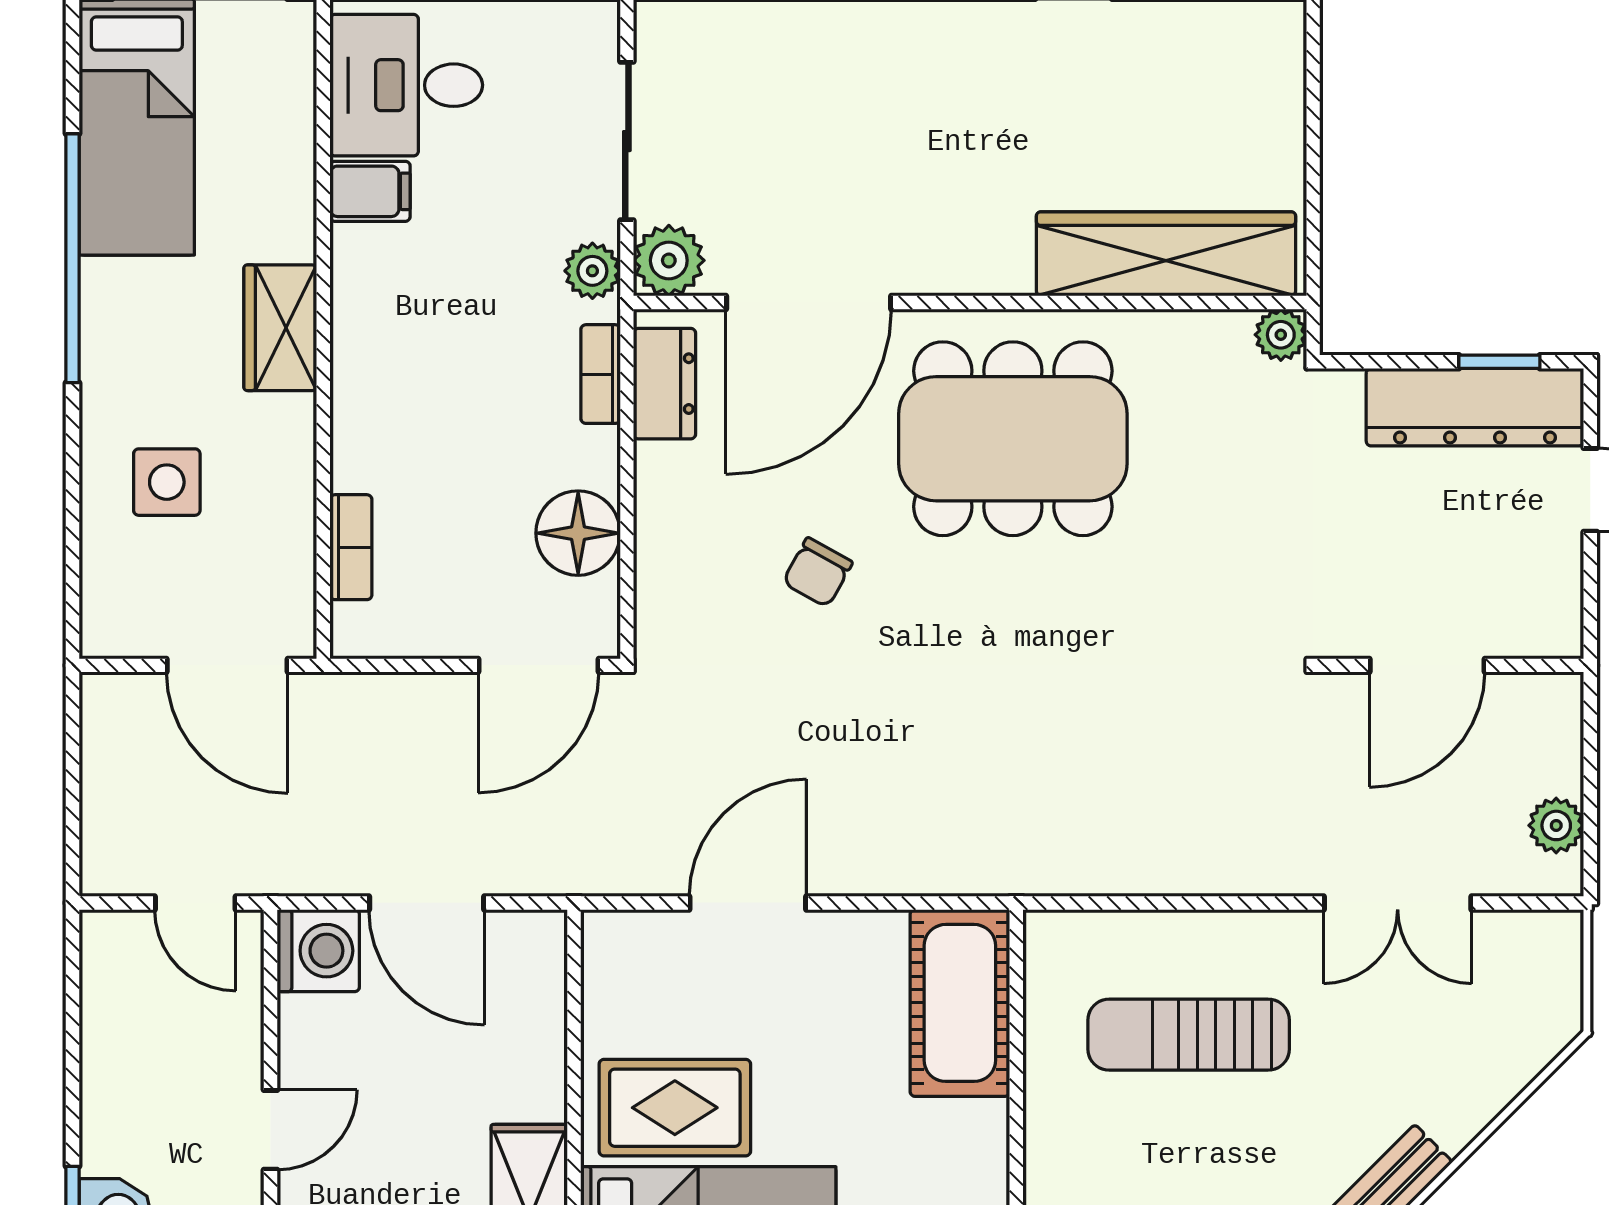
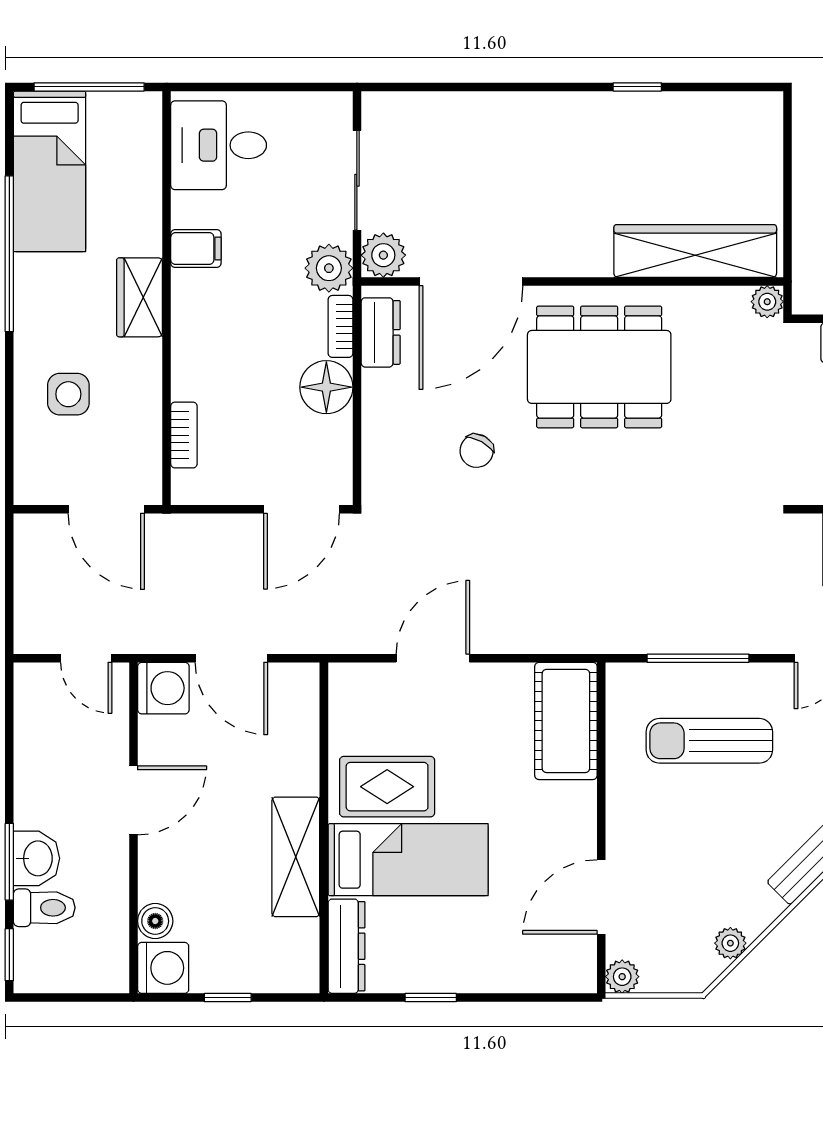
filing cabinet: (370, 191) -> (196, 249), moved
plant: (592, 271) -> (329, 268), width x1.38, depth x1.38
floor lamp: (578, 533) -> (326, 387), moved
window: (1171, 903) -> (698, 658), added
door: (271, 1130) -> (133, 800), width x1.38

